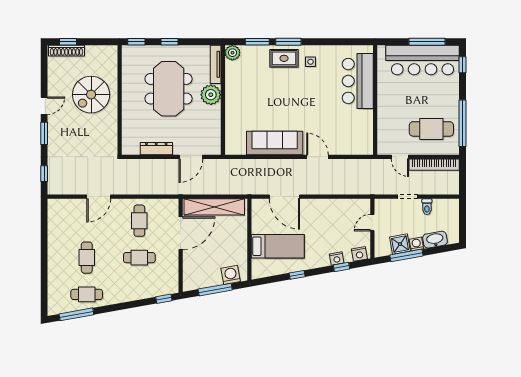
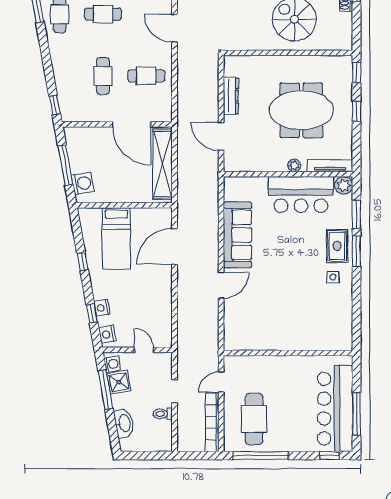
bar counter: (358, 81) -> (301, 195), moved, turned 180
plant: (211, 95) -> (294, 165), width x0.53, depth x0.53
washing machine: (416, 244) -> (112, 364), moved

